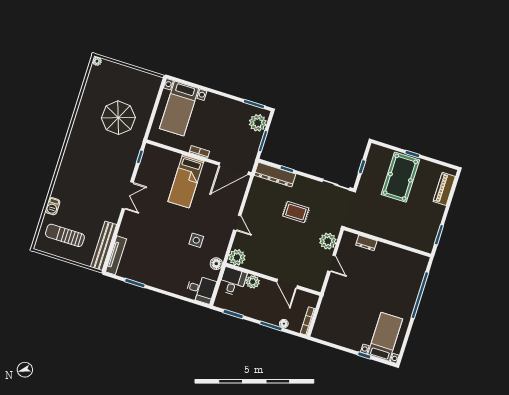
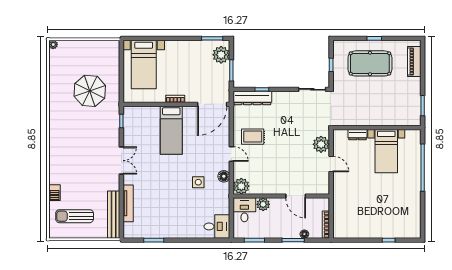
pool table: (400, 177) -> (370, 63), turned 90
rug: (296, 212) -> (253, 137), moved
tv unit: (116, 255) -> (128, 203), moved
floor lamp: (216, 264) -> (224, 176), moved
bed with nightstands: (385, 337) -> (386, 151), moved, turned 180

